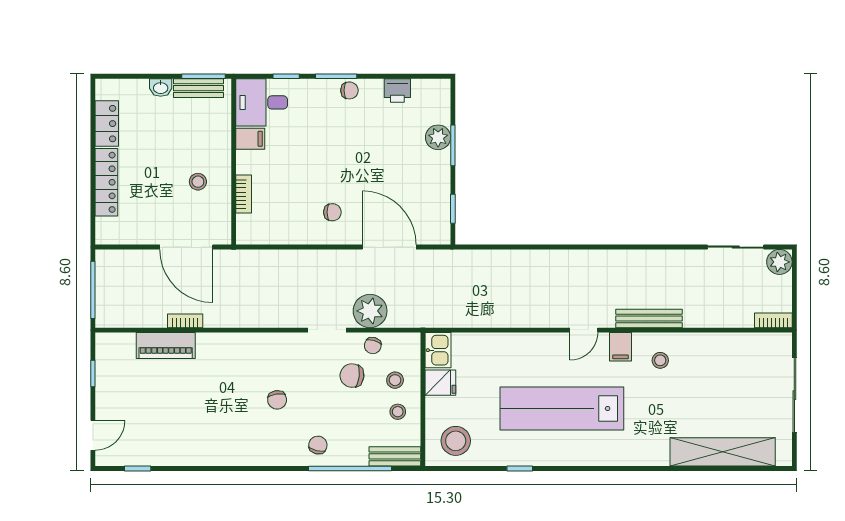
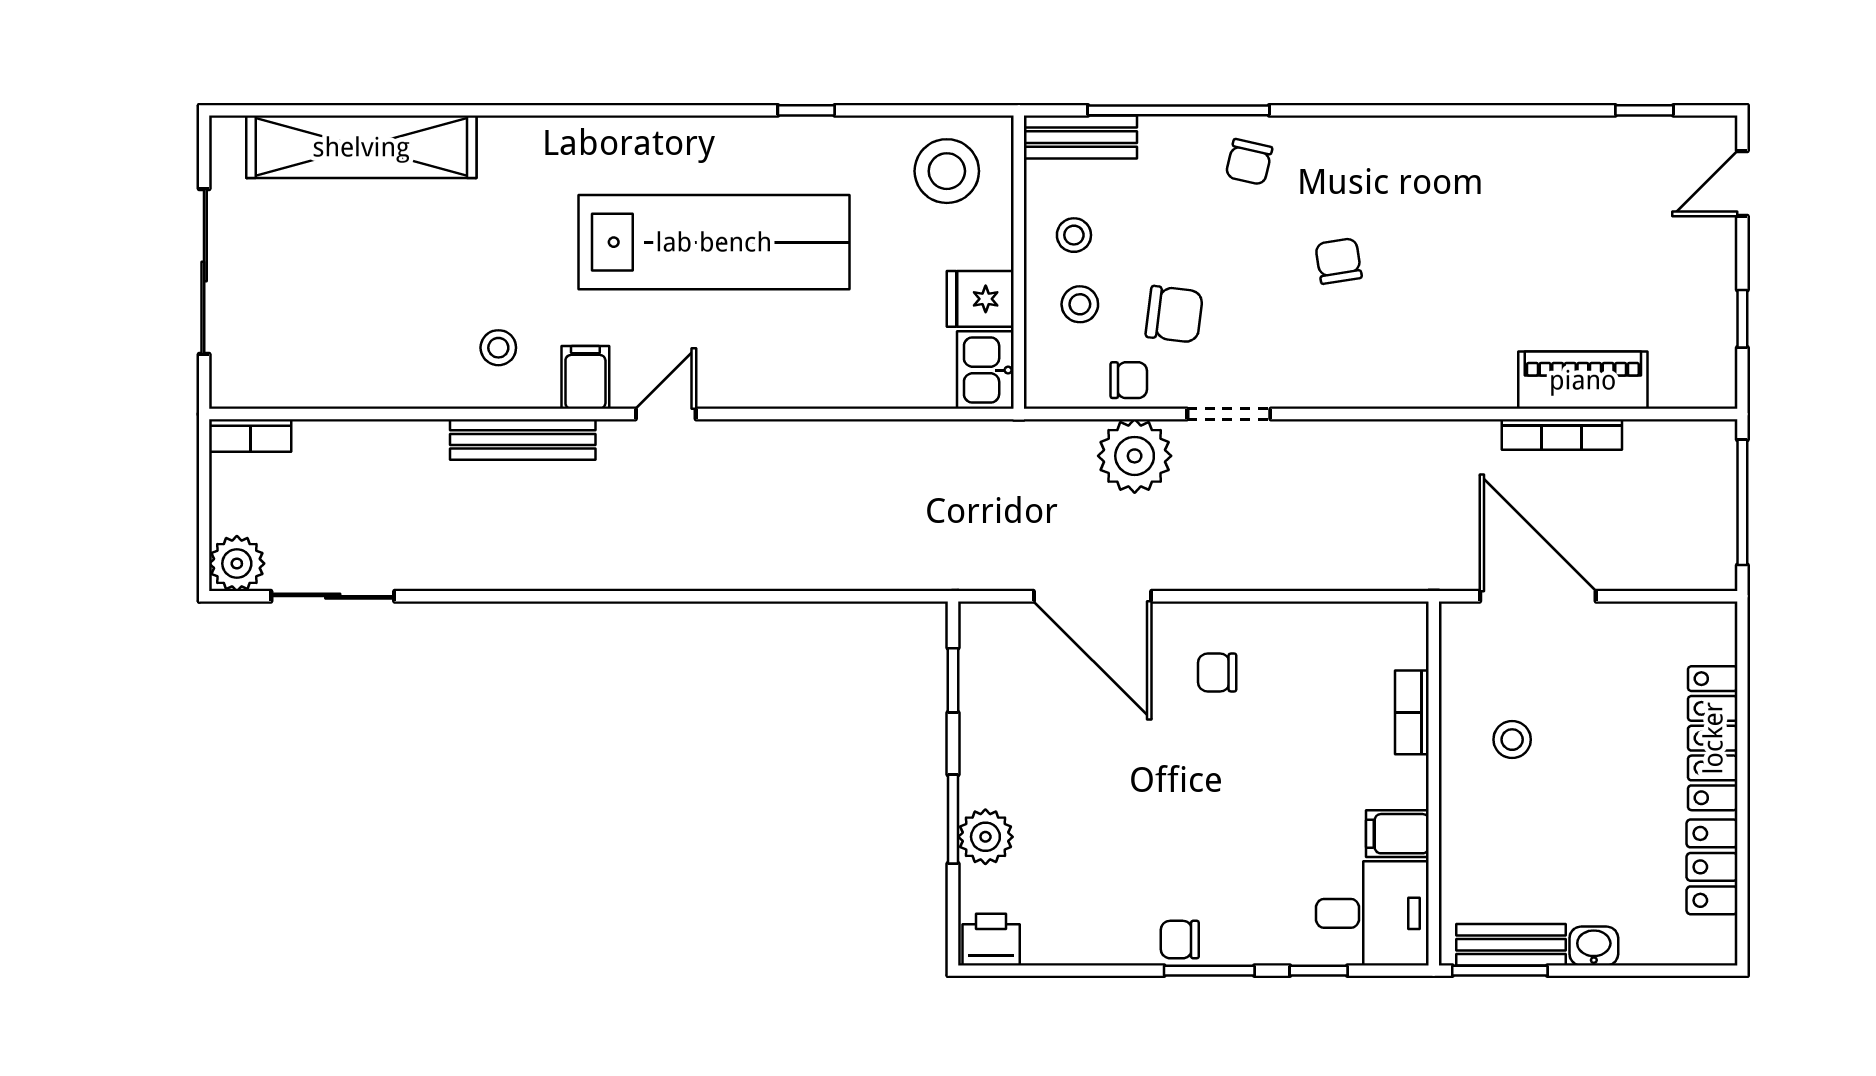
printer: (397, 90) -> (991, 940), moved
bookcase: (185, 321) -> (1562, 434), width x1.56
chair: (373, 346) -> (1129, 380), turned 73

